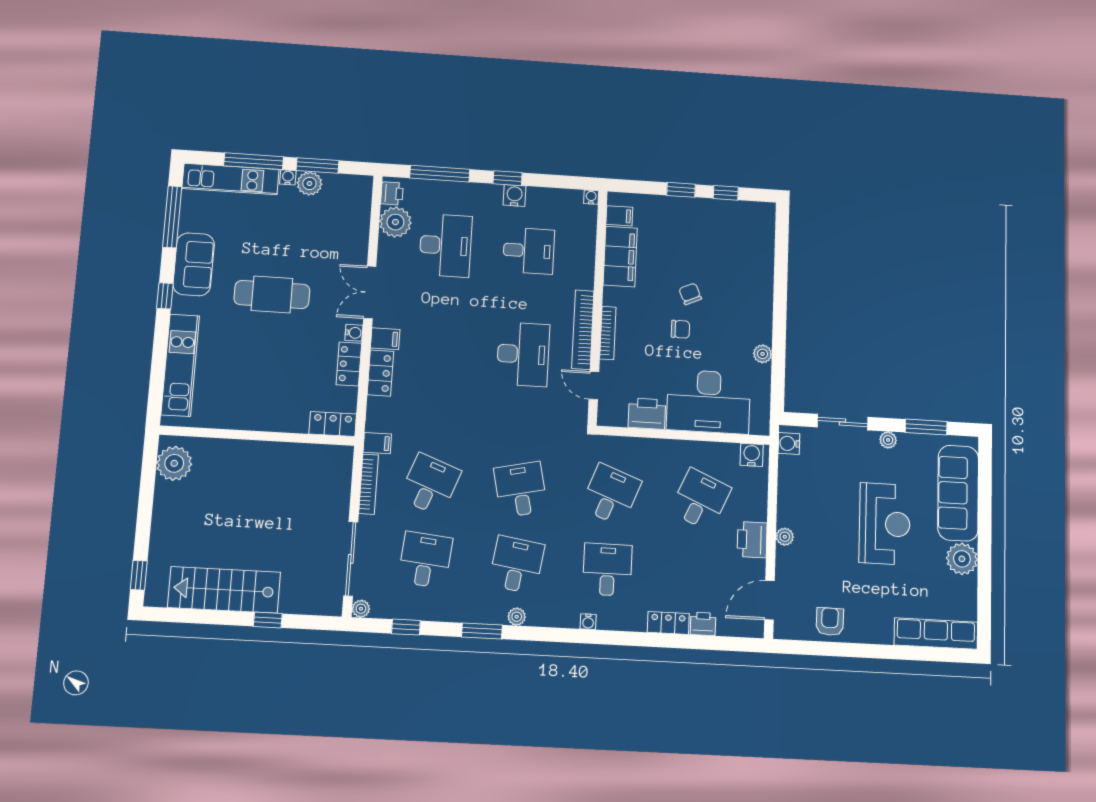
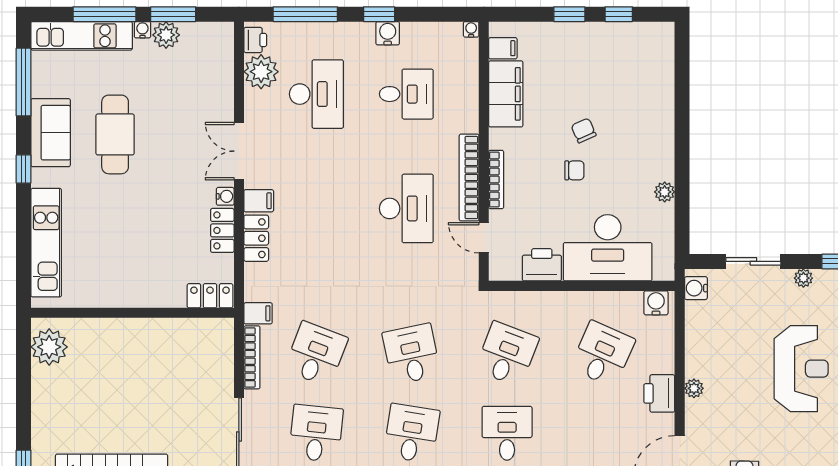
cafe table: (272, 294) -> (115, 134), moved, turned 90

